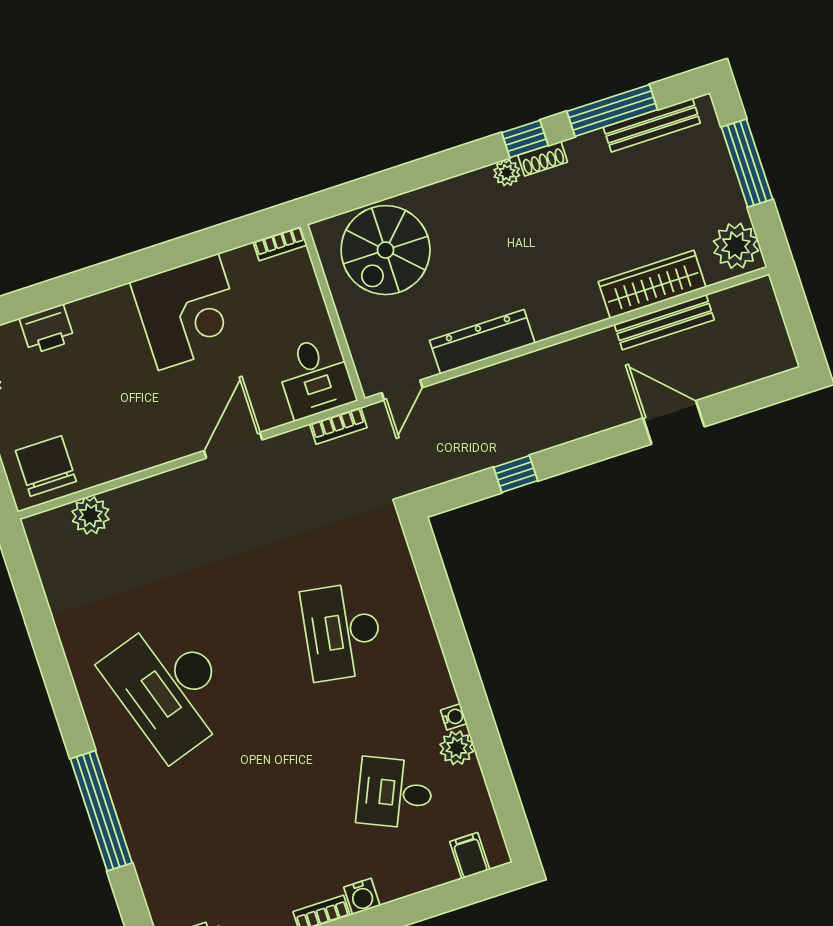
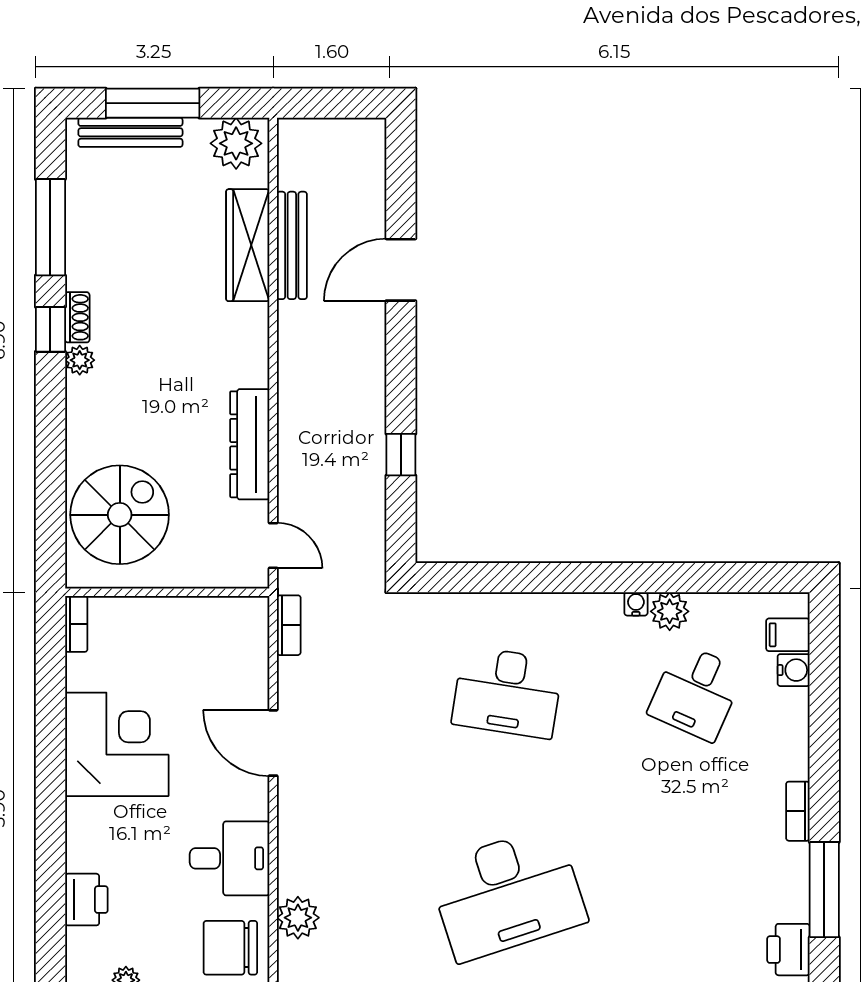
bench: (652, 125) -> (130, 132), moved, turned 90
spiral stairs: (386, 250) -> (120, 515), turned -90
desk: (315, 377) -> (230, 858), moved
water cooler: (362, 896) -> (794, 670), moved

